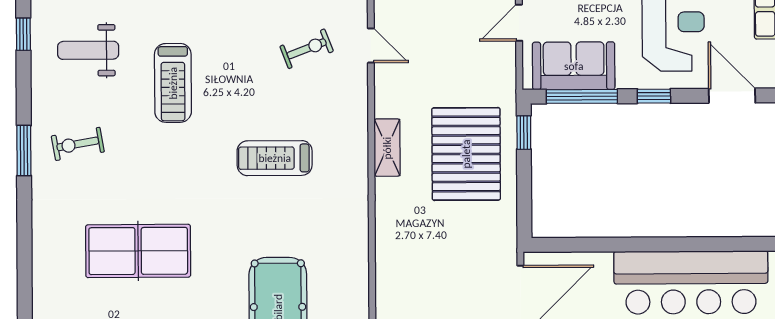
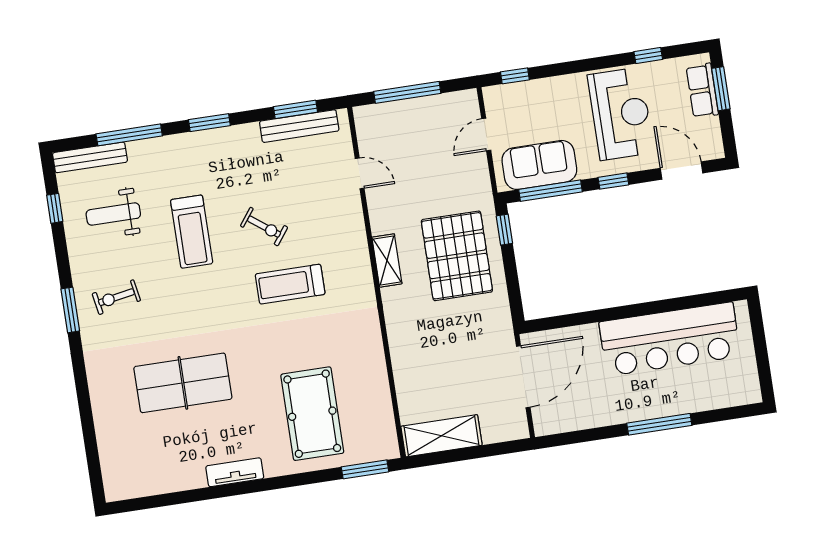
exercise bike: (307, 49) -> (264, 227), moved, turned 58

